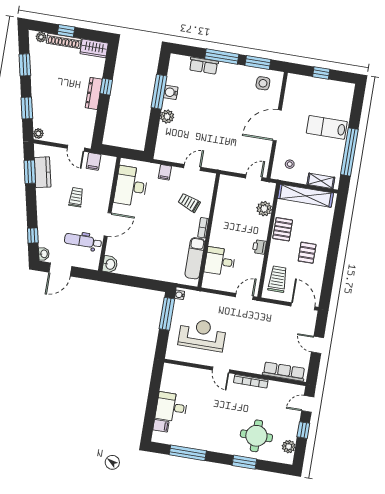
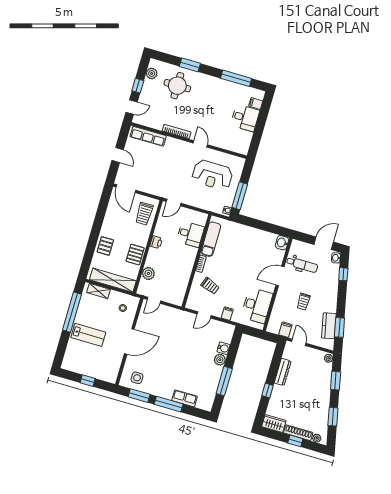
water cooler: (171, 92) -> (224, 348), moved
dresser: (94, 93) -> (283, 372), moved
pallet: (307, 253) -> (105, 246), moved

